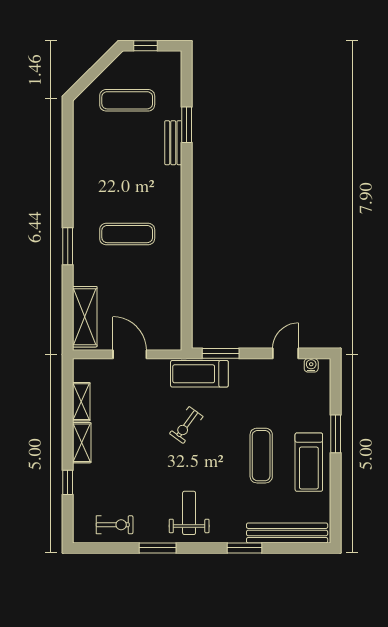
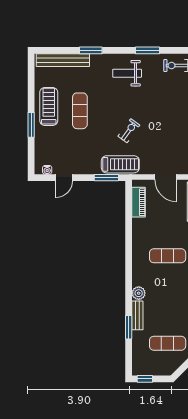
window: (146, 46) -> (145, 379), moved
plant: (171, 177) -> (139, 293), added
piano: (172, 316) -> (139, 202), added
weight bench: (189, 513) -> (127, 73), turned 90

